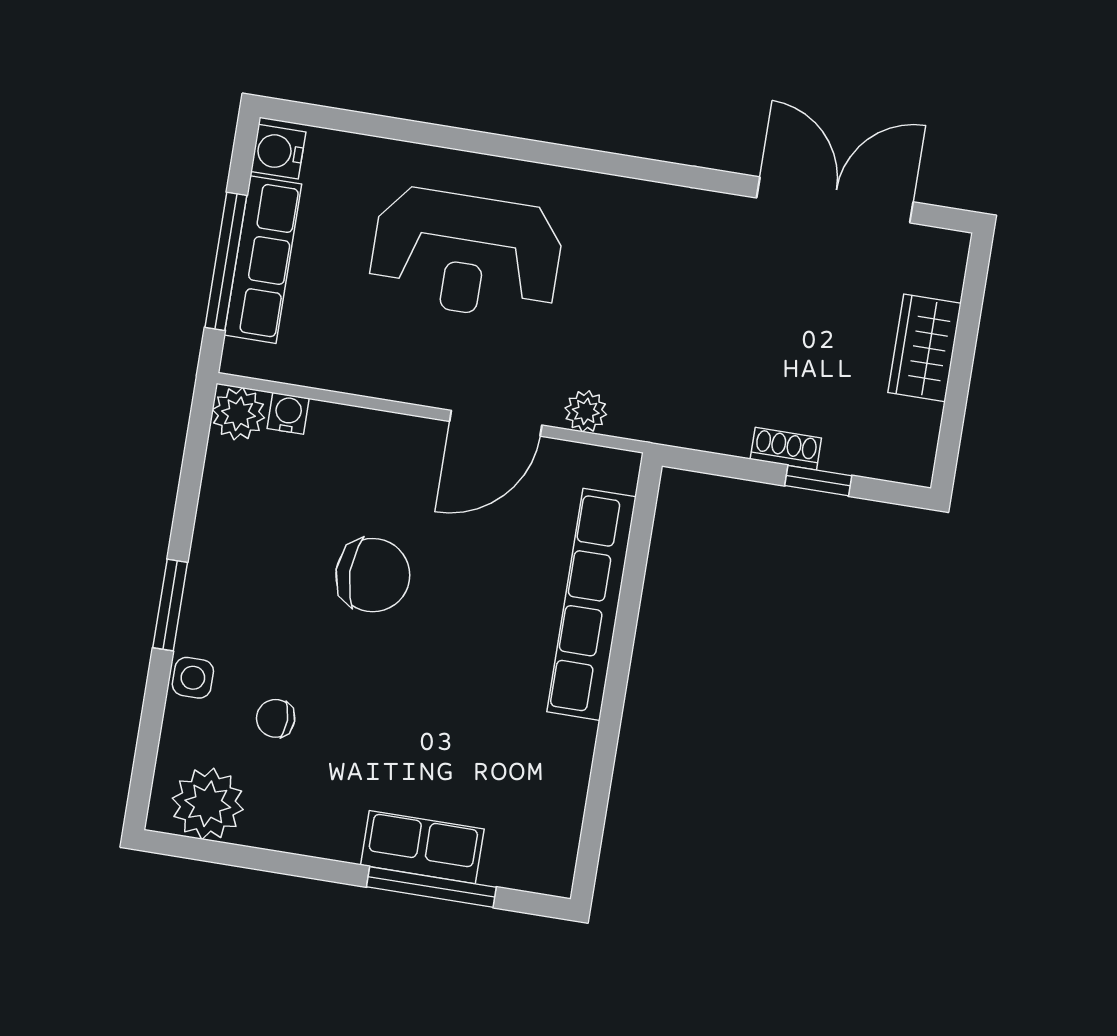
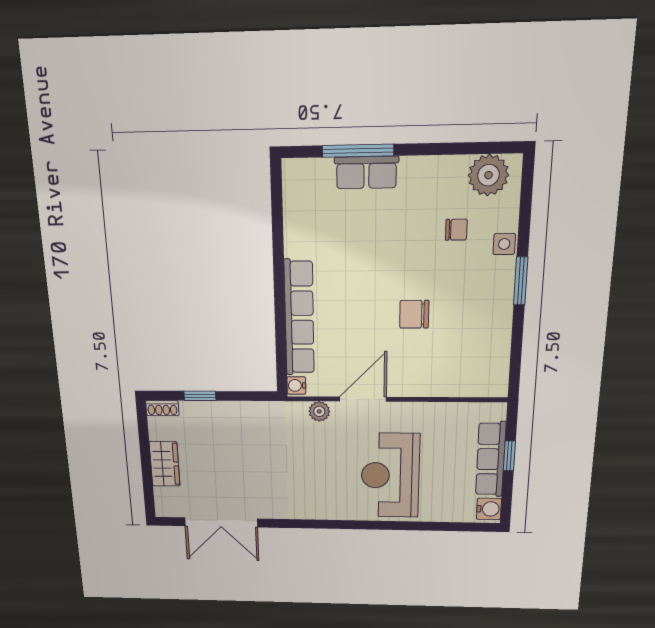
reception desk: (466, 254) -> (390, 475), turned -90
window: (226, 261) -> (509, 456), width x0.46
water cooler: (288, 413) -> (296, 385), moved, turned 90
plant: (238, 414) -> (495, 384), removed
shoe rack: (786, 449) -> (162, 408), moved
chair: (373, 575) -> (414, 314), width x0.73, depth x0.73

